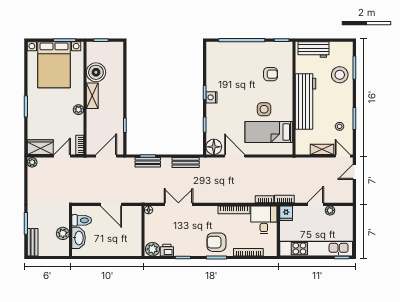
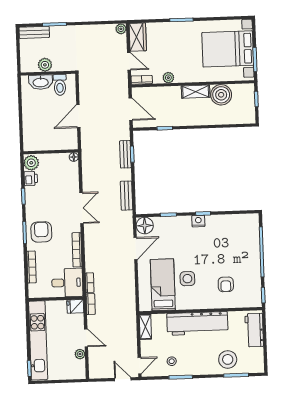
plant: (78, 110) -> (168, 78), moved
shelving: (322, 149) -> (145, 327), moved
double door: (178, 204) -> (82, 208), moved

